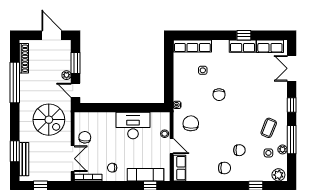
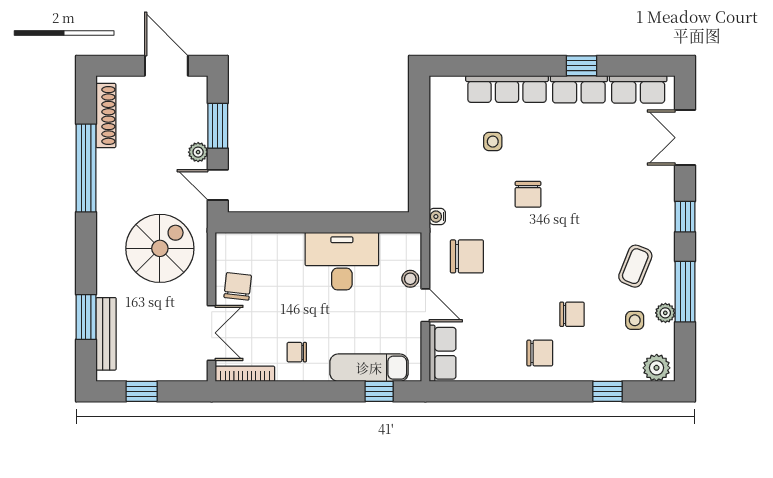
row of seats: (192, 46) -> (507, 89), moved
spiral stairs: (49, 120) -> (160, 248), turned -90
chair: (191, 123) -> (467, 256), turned 88

